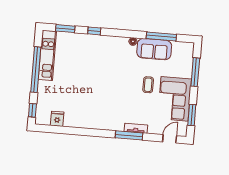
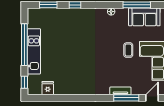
sofa: (154, 49) -> (144, 17), moved
kitchen unit: (47, 55) -> (34, 51), moved
window: (129, 135) -> (126, 98), moved

